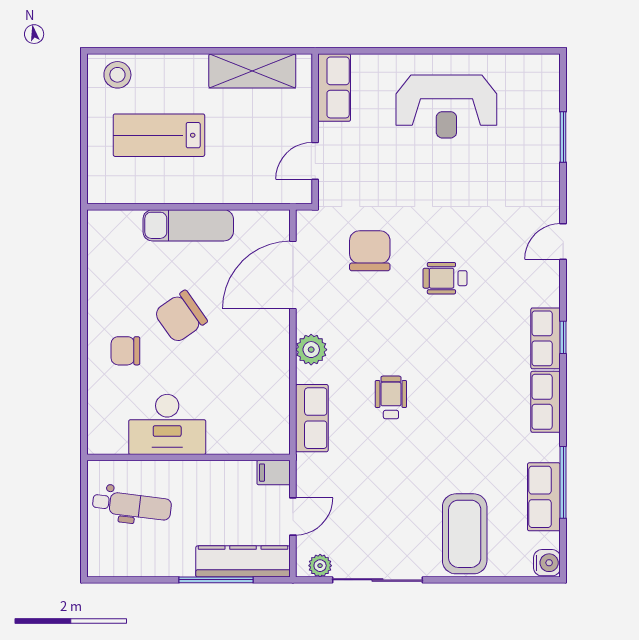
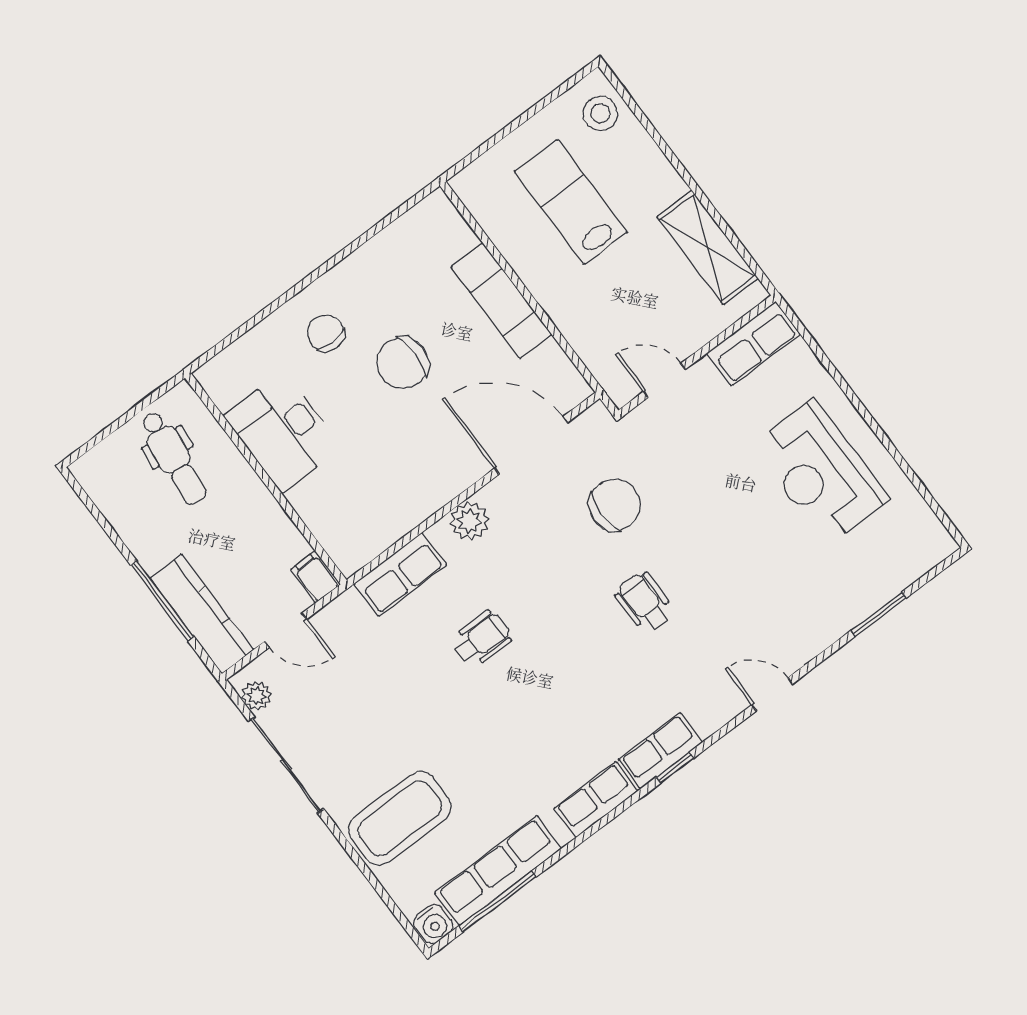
chair: (181, 317) -> (403, 363), turned -55
window: (563, 482) -> (497, 901), moved
row of seats: (544, 497) -> (498, 871), width x1.48

